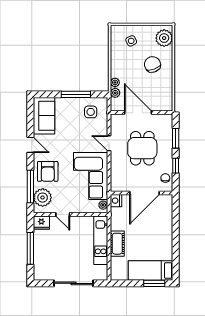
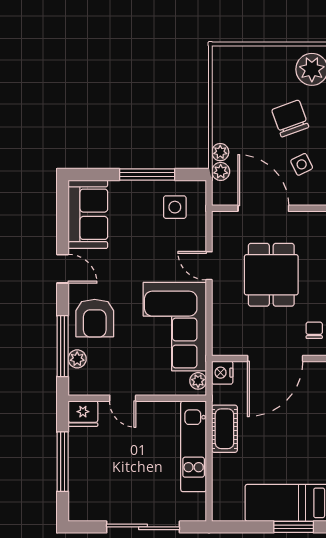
side table: (131, 41) -> (302, 164), moved
plant: (43, 198) -> (77, 359), width x0.53, depth x0.53
cot: (117, 244) -> (224, 429), moved

